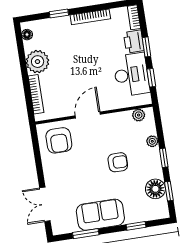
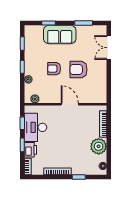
door: (88, 115) -> (70, 104), swing flipped
armchair: (59, 140) -> (79, 70), moved, turned -90
floor lamp: (155, 189) -> (31, 46), removed
double door: (45, 204) -> (109, 48), swing flipped
sofa: (100, 215) -> (60, 34), moved

